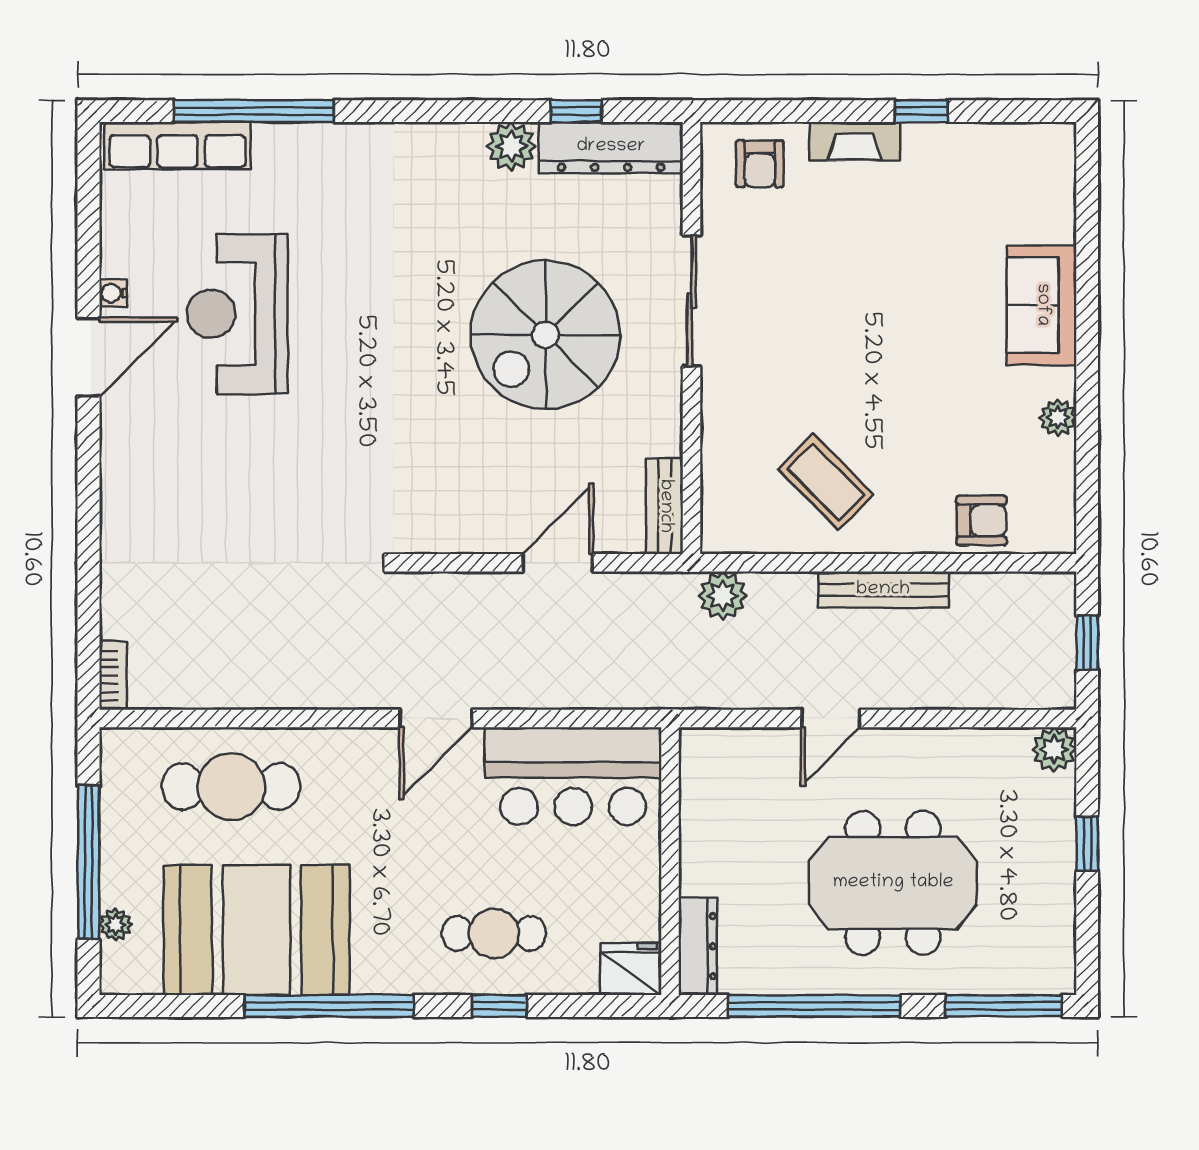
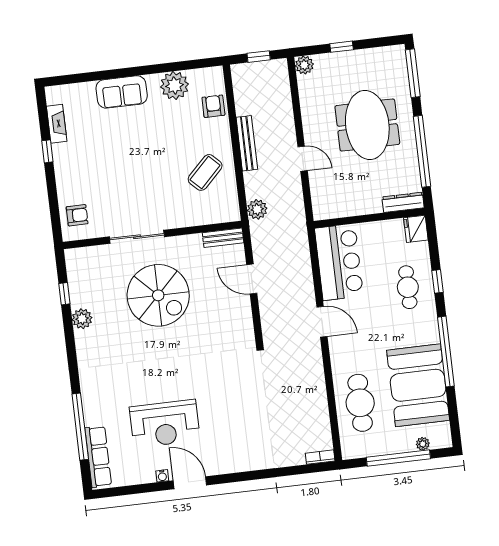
fireplace: (855, 141) -> (57, 124), moved
dresser: (611, 147) -> (78, 277), removed
plant: (1058, 418) -> (175, 86), width x1.88, depth x1.88

